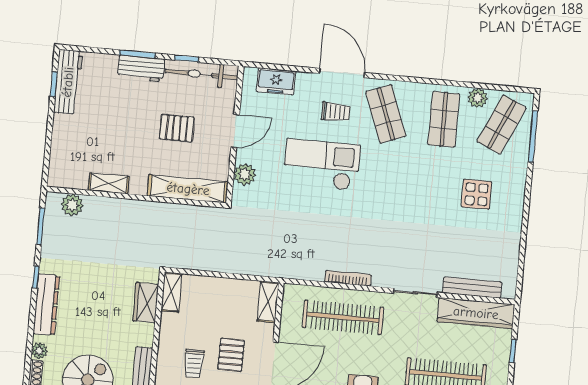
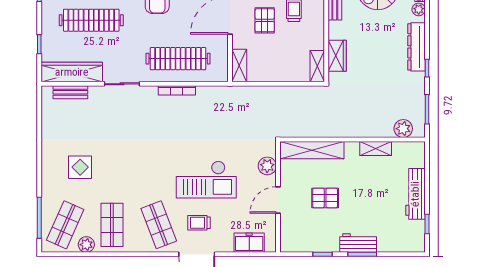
bicycle: (201, 74) -> (309, 243), removed
workbench: (68, 82) -> (415, 194), moved
bench: (472, 288) -> (70, 92), width x0.73

